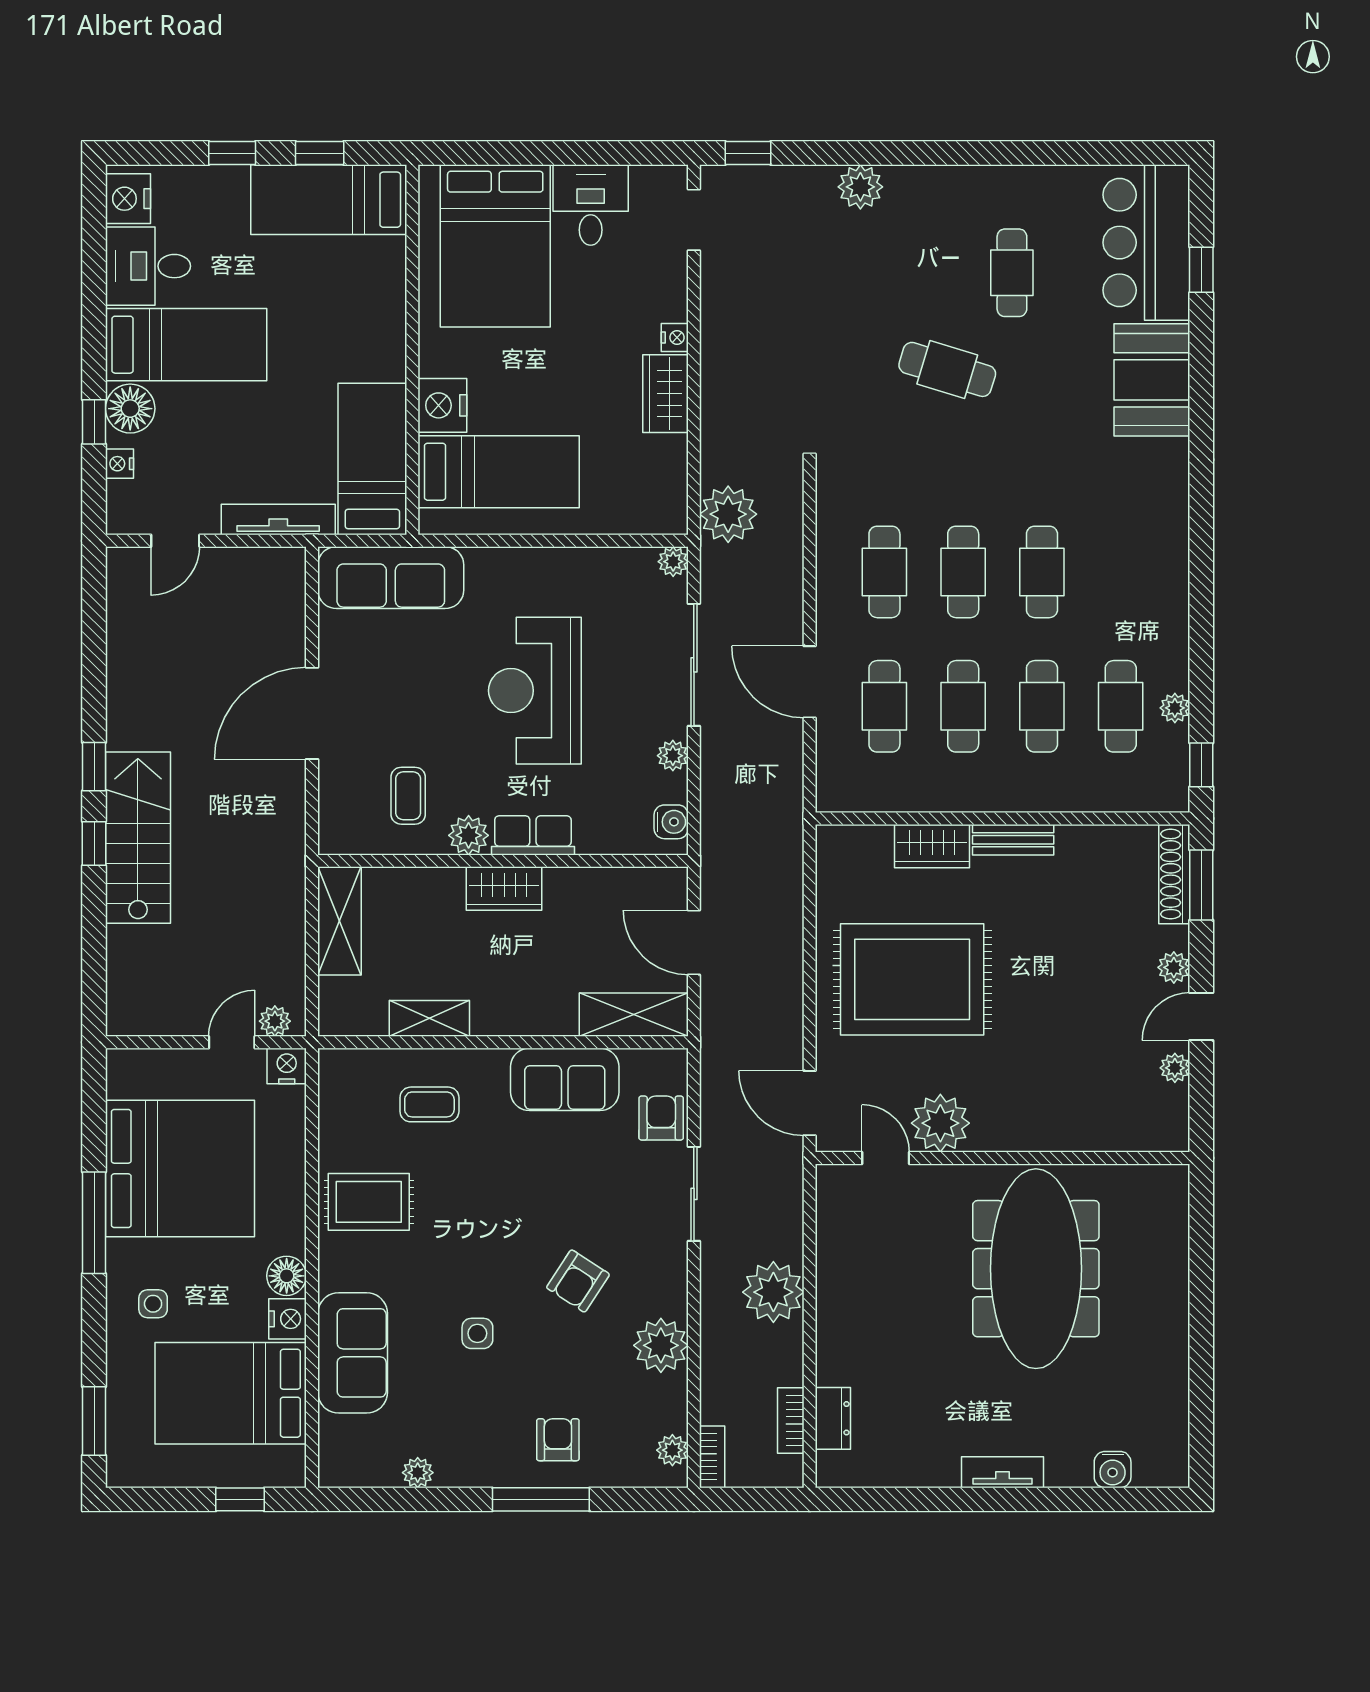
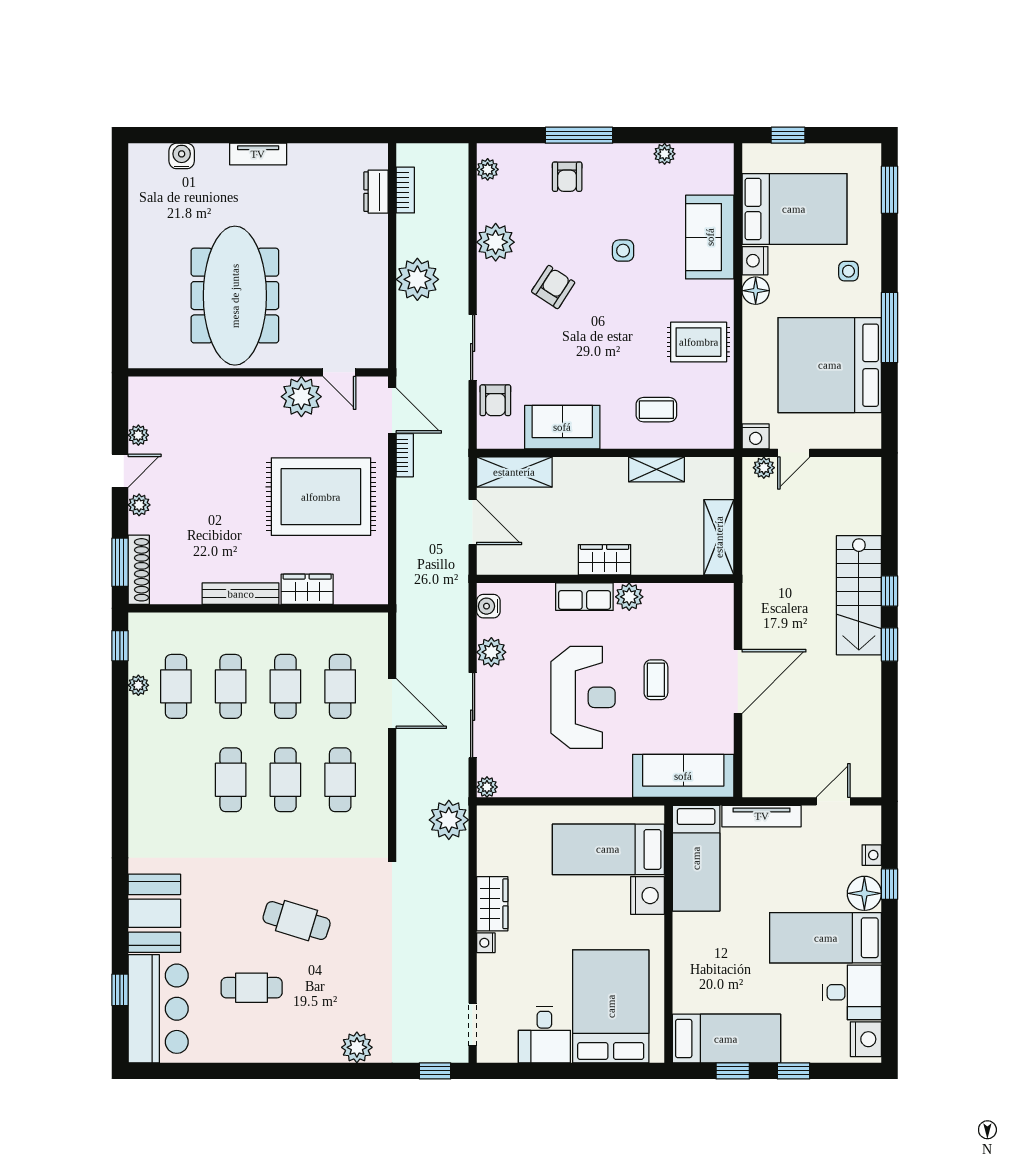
cafe table: (1012, 273) -> (252, 988), turned 90
plant: (673, 756) -> (491, 652), width x1.38, depth x1.38
coffee table: (408, 796) -> (656, 680), moved
bench: (1013, 840) -> (241, 594), width x1.36
bookcase: (712, 1457) -> (405, 455), moved, turned 180

